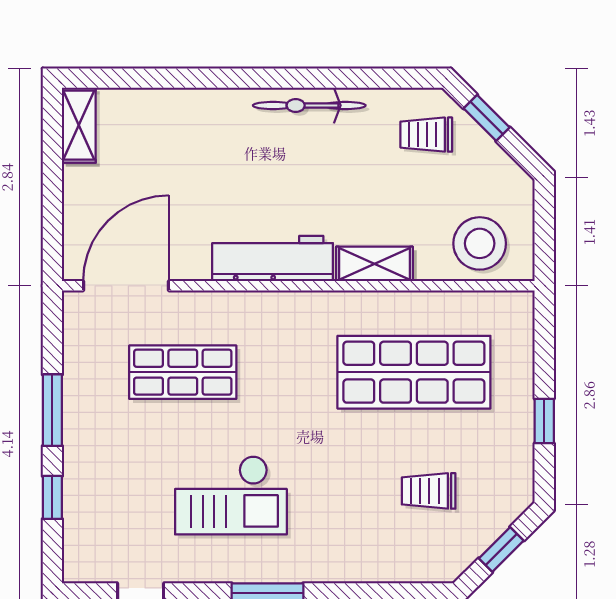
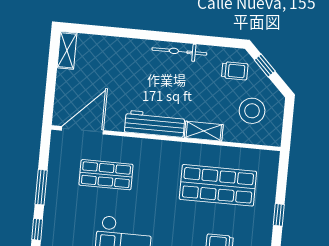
trolley: (426, 135) -> (235, 71), turned 180
stool: (480, 243) -> (252, 111), moved

